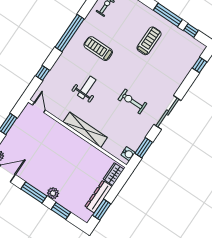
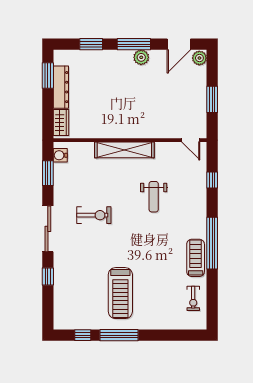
treadmill: (149, 41) -> (120, 293), width x1.37, depth x1.38
treadmill: (98, 49) -> (196, 258), moved, turned -90
window: (200, 65) -> (48, 276), moved
plant: (53, 193) -> (141, 57), moved

